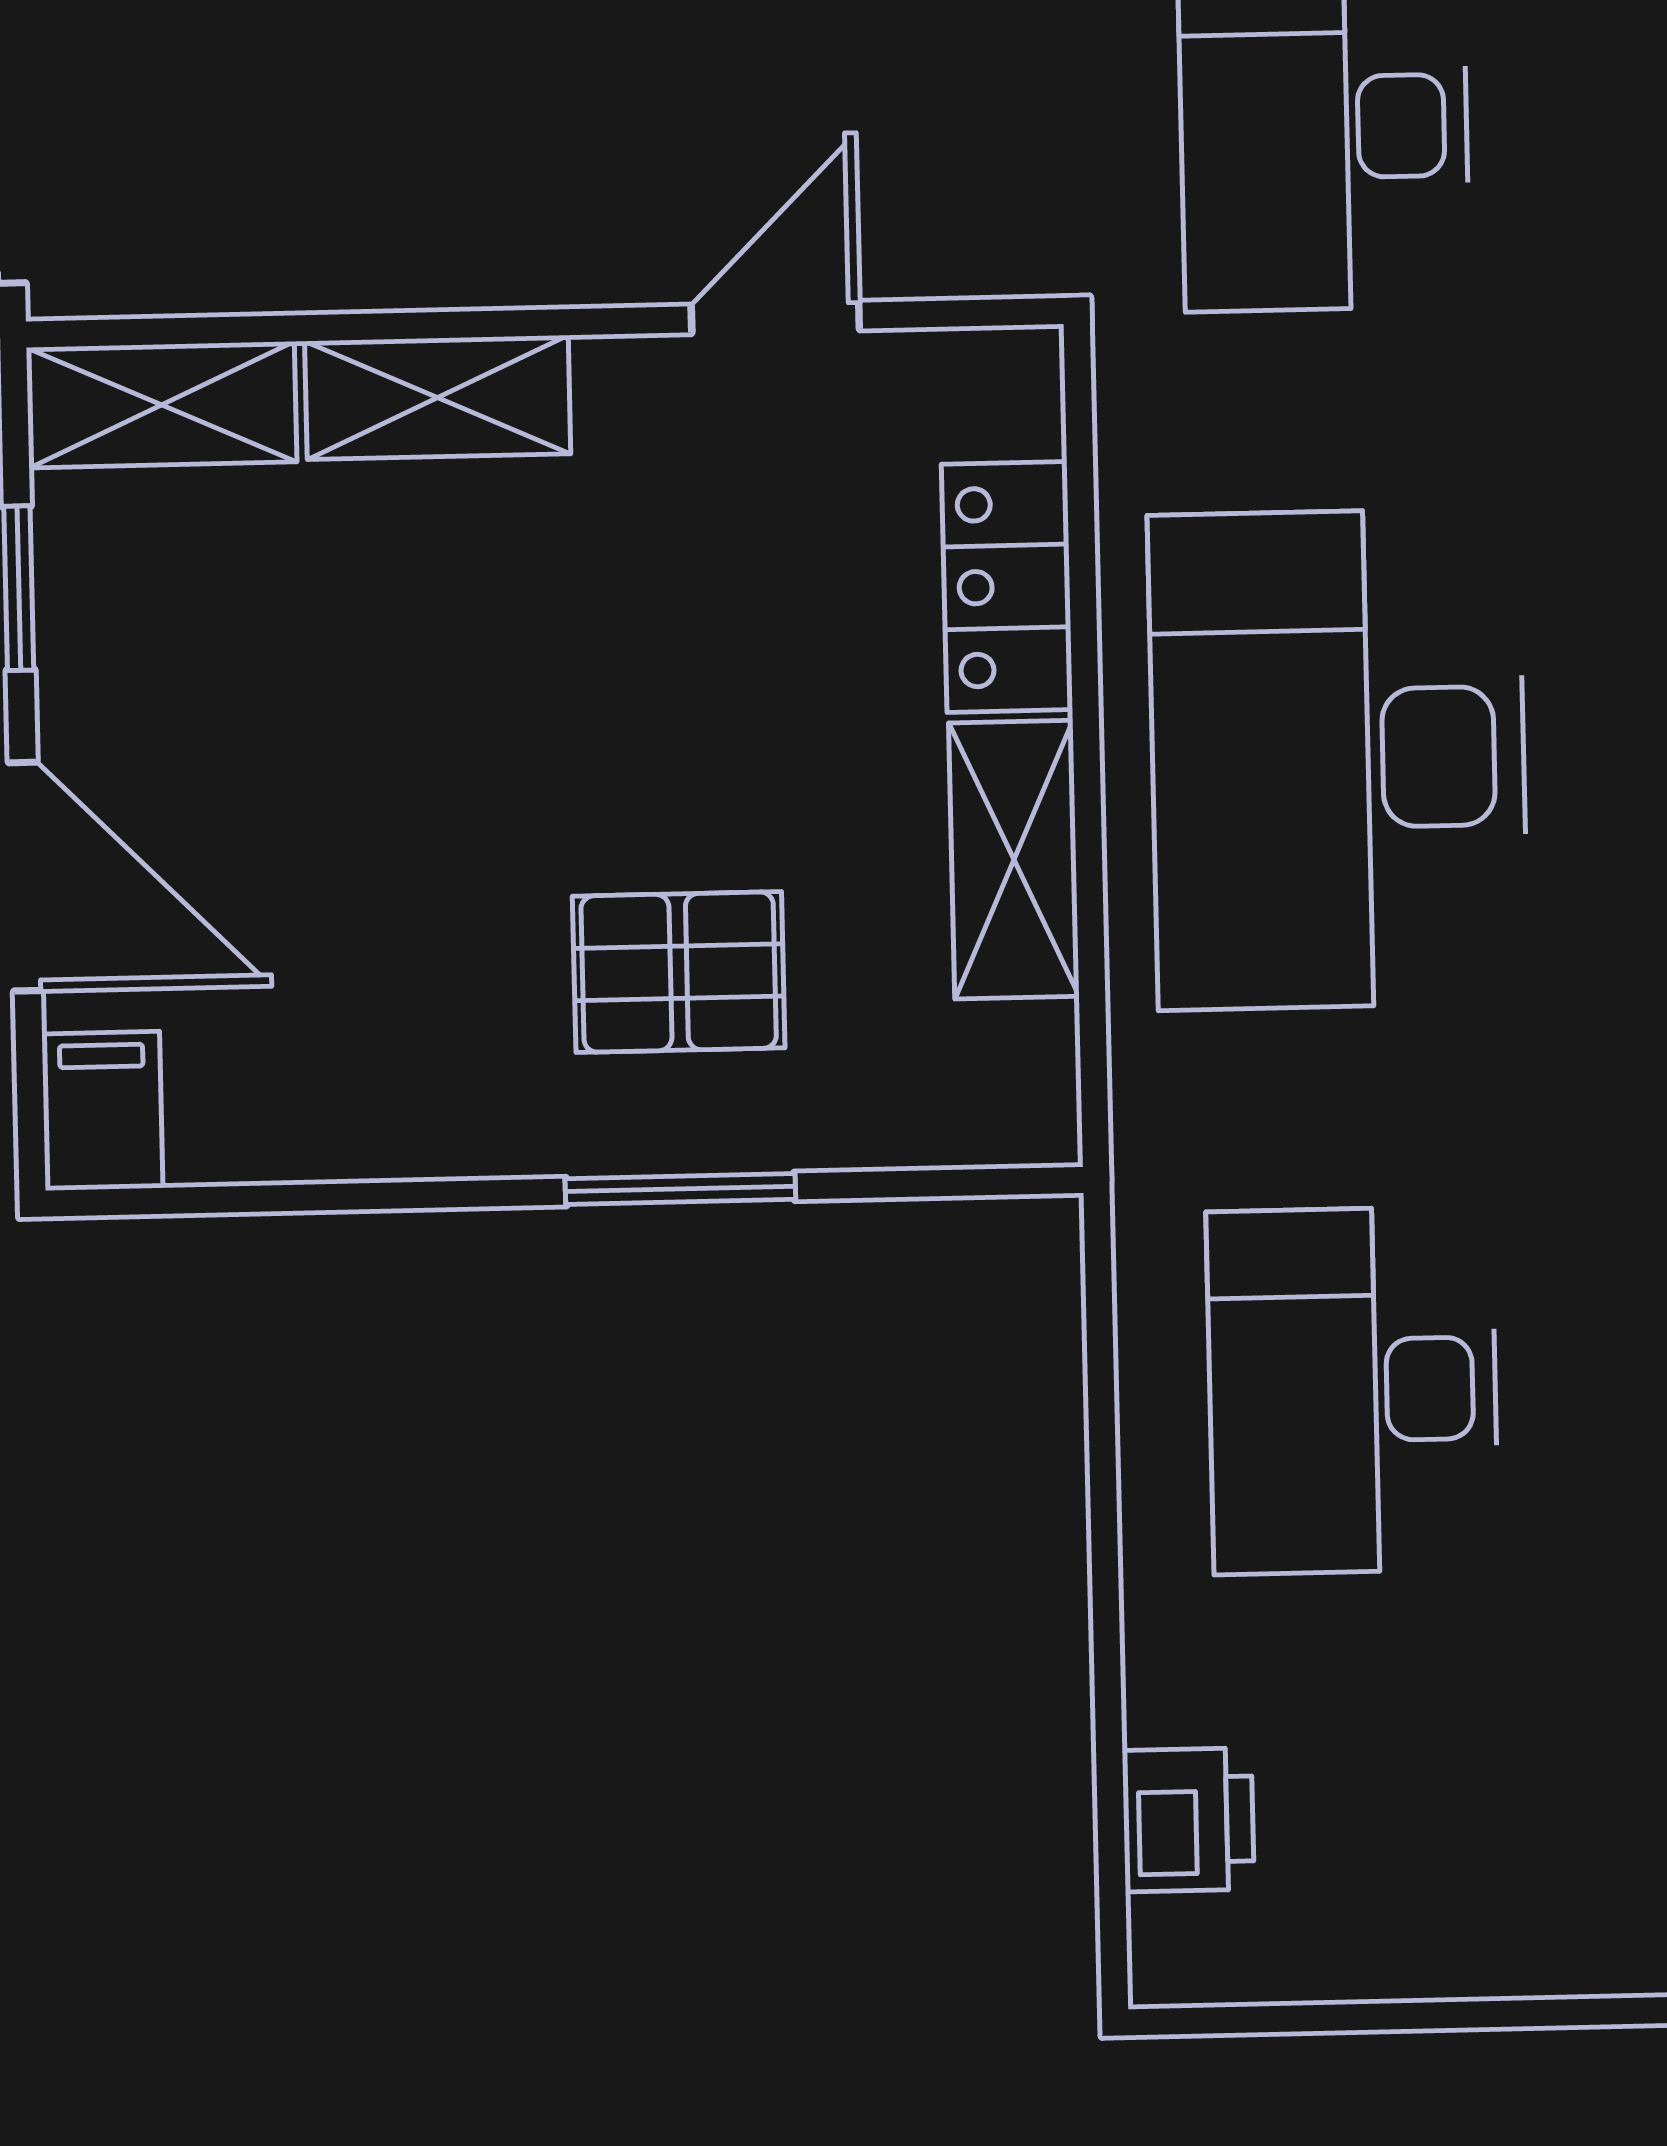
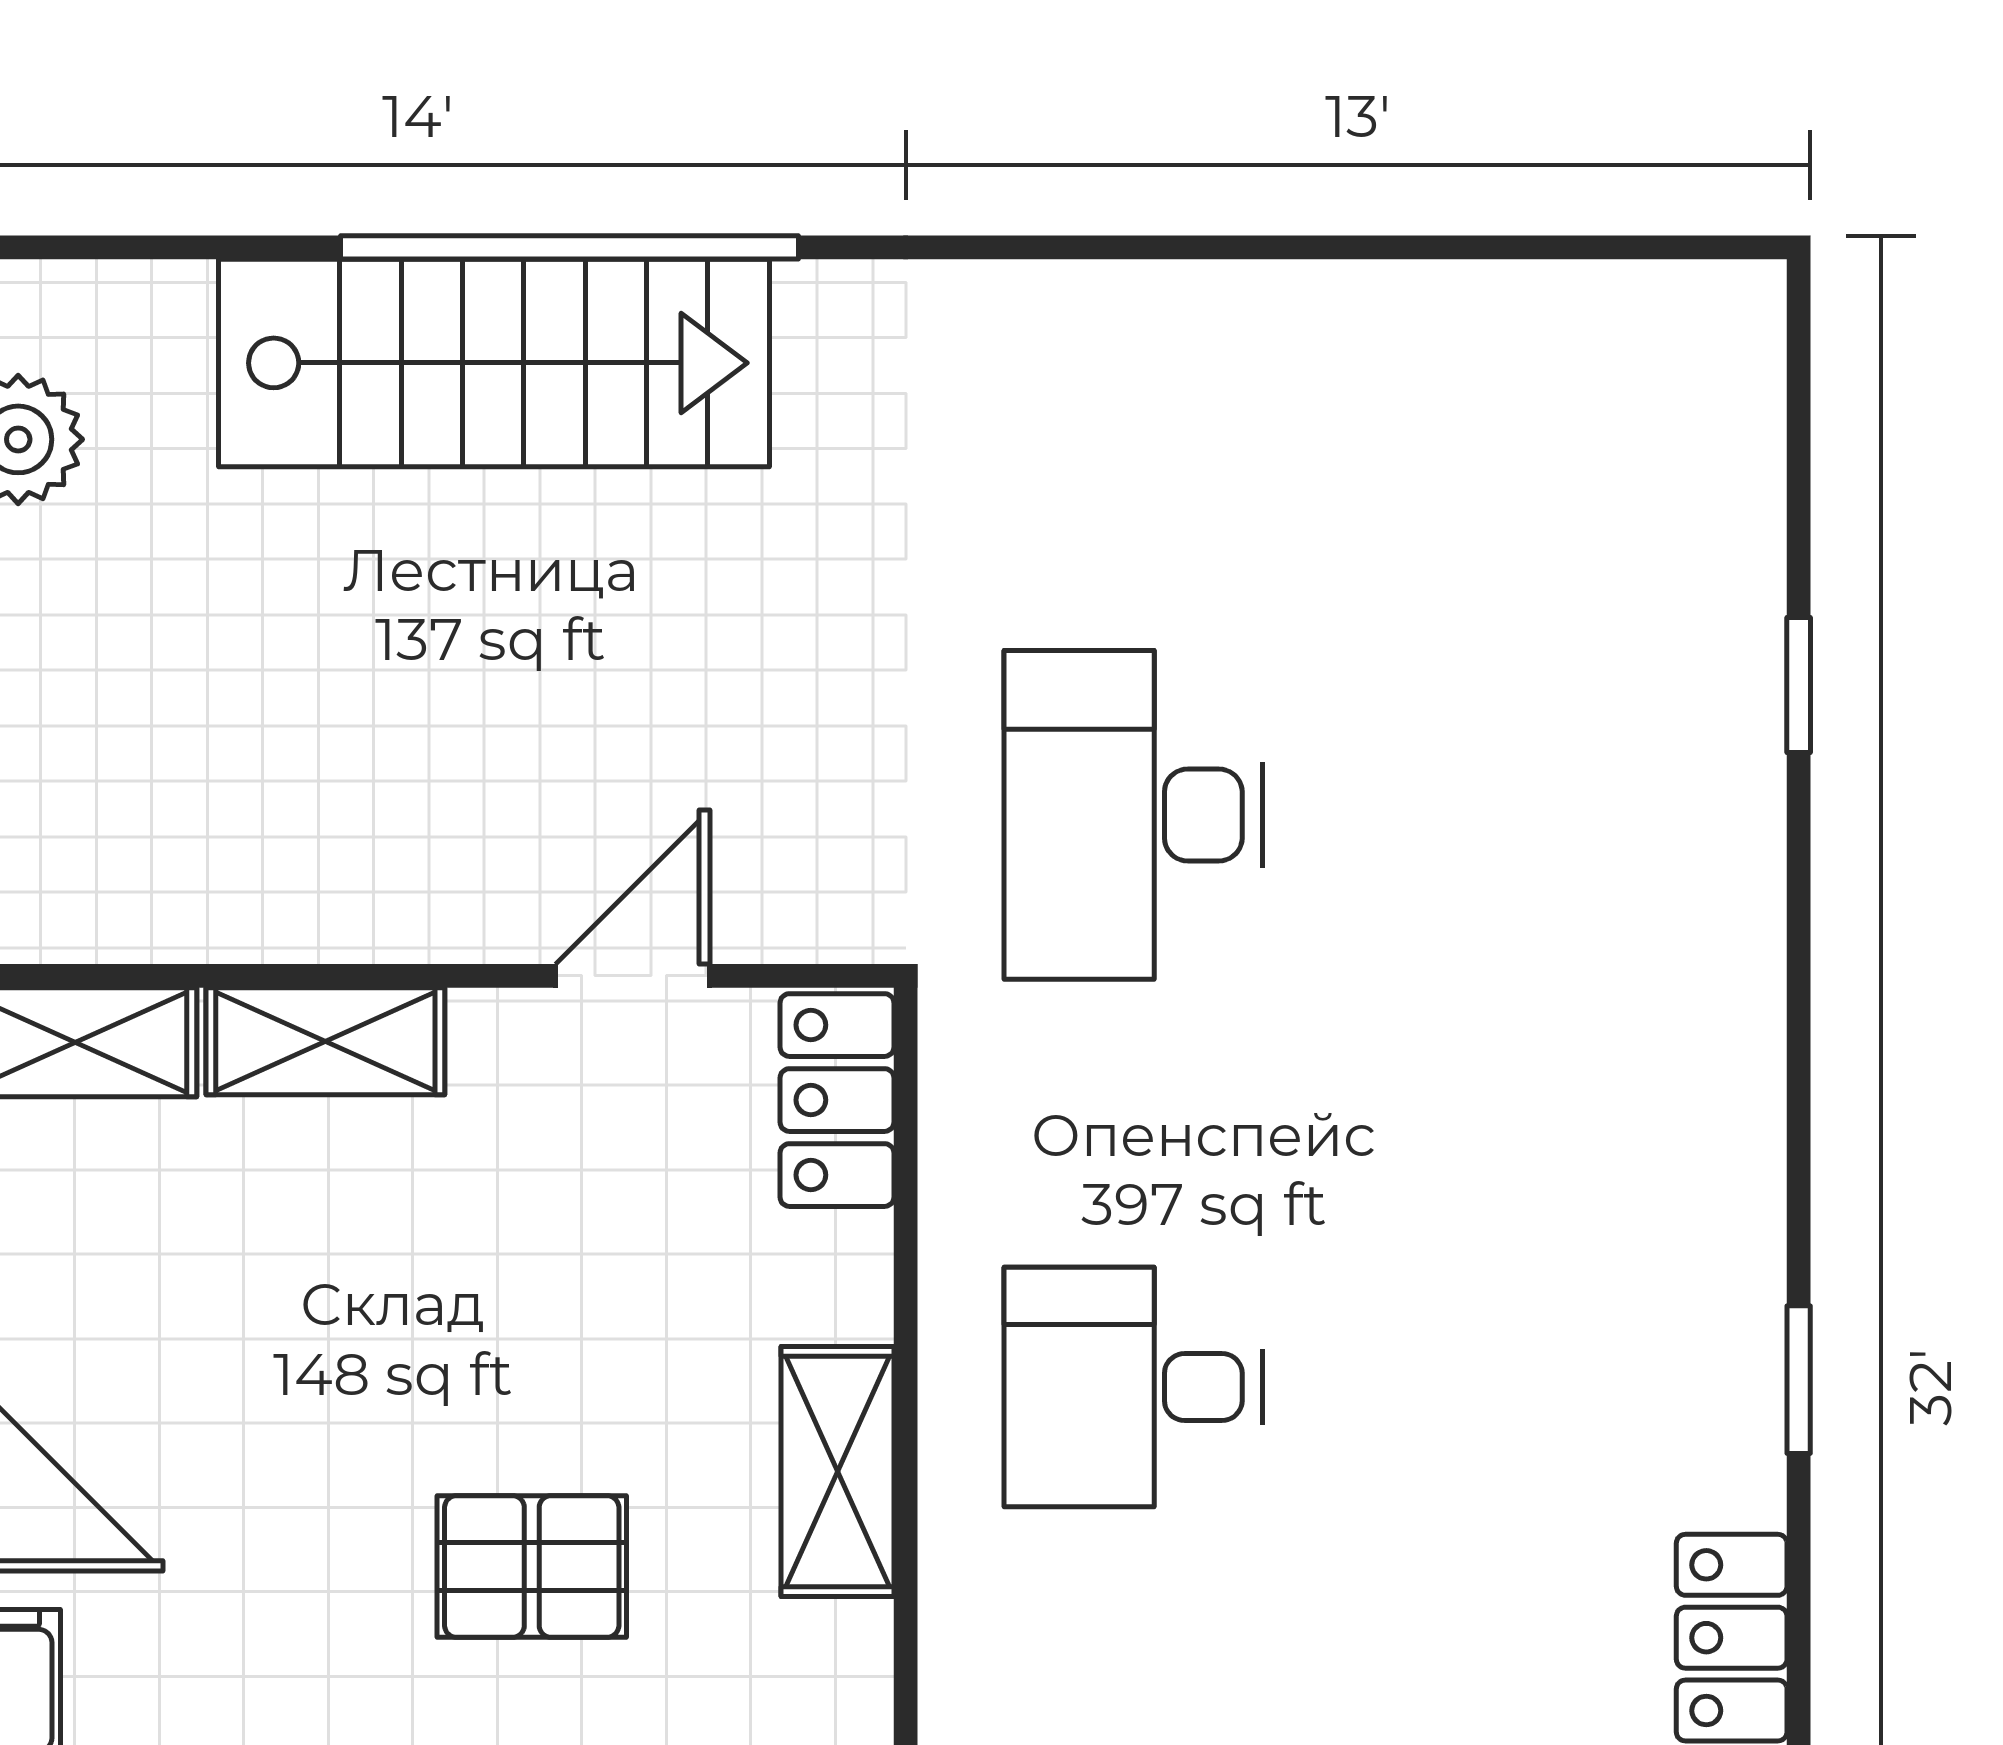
locker: (1007, 587) -> (837, 1100), moved
desk: (1338, 759) -> (1133, 1387), width x0.53, depth x0.77

